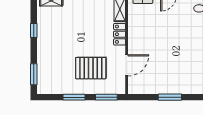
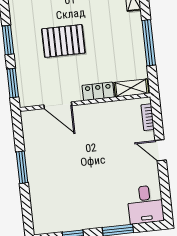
pallet: (91, 68) -> (63, 41), moved, turned 90

